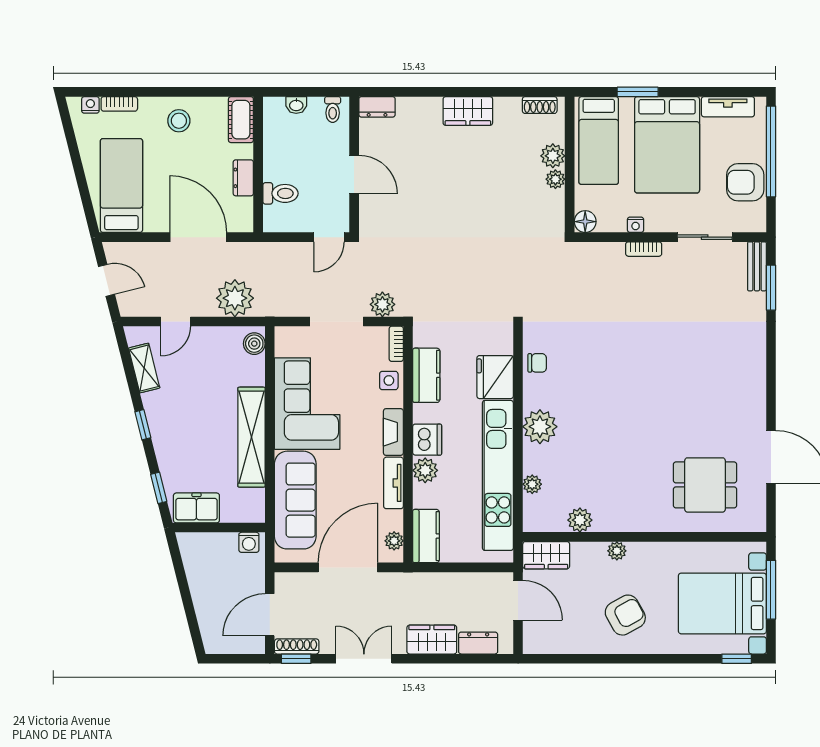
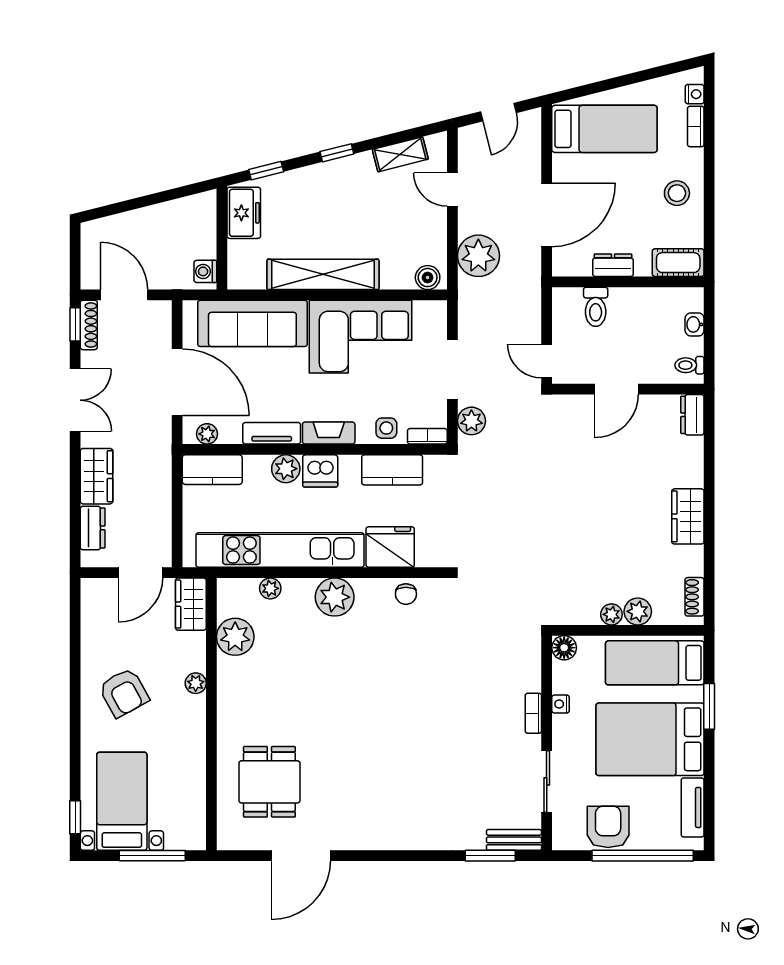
plant: (580, 520) -> (235, 637), width x1.36, depth x1.36
bed with nightstands: (722, 603) -> (122, 801), width x0.73

